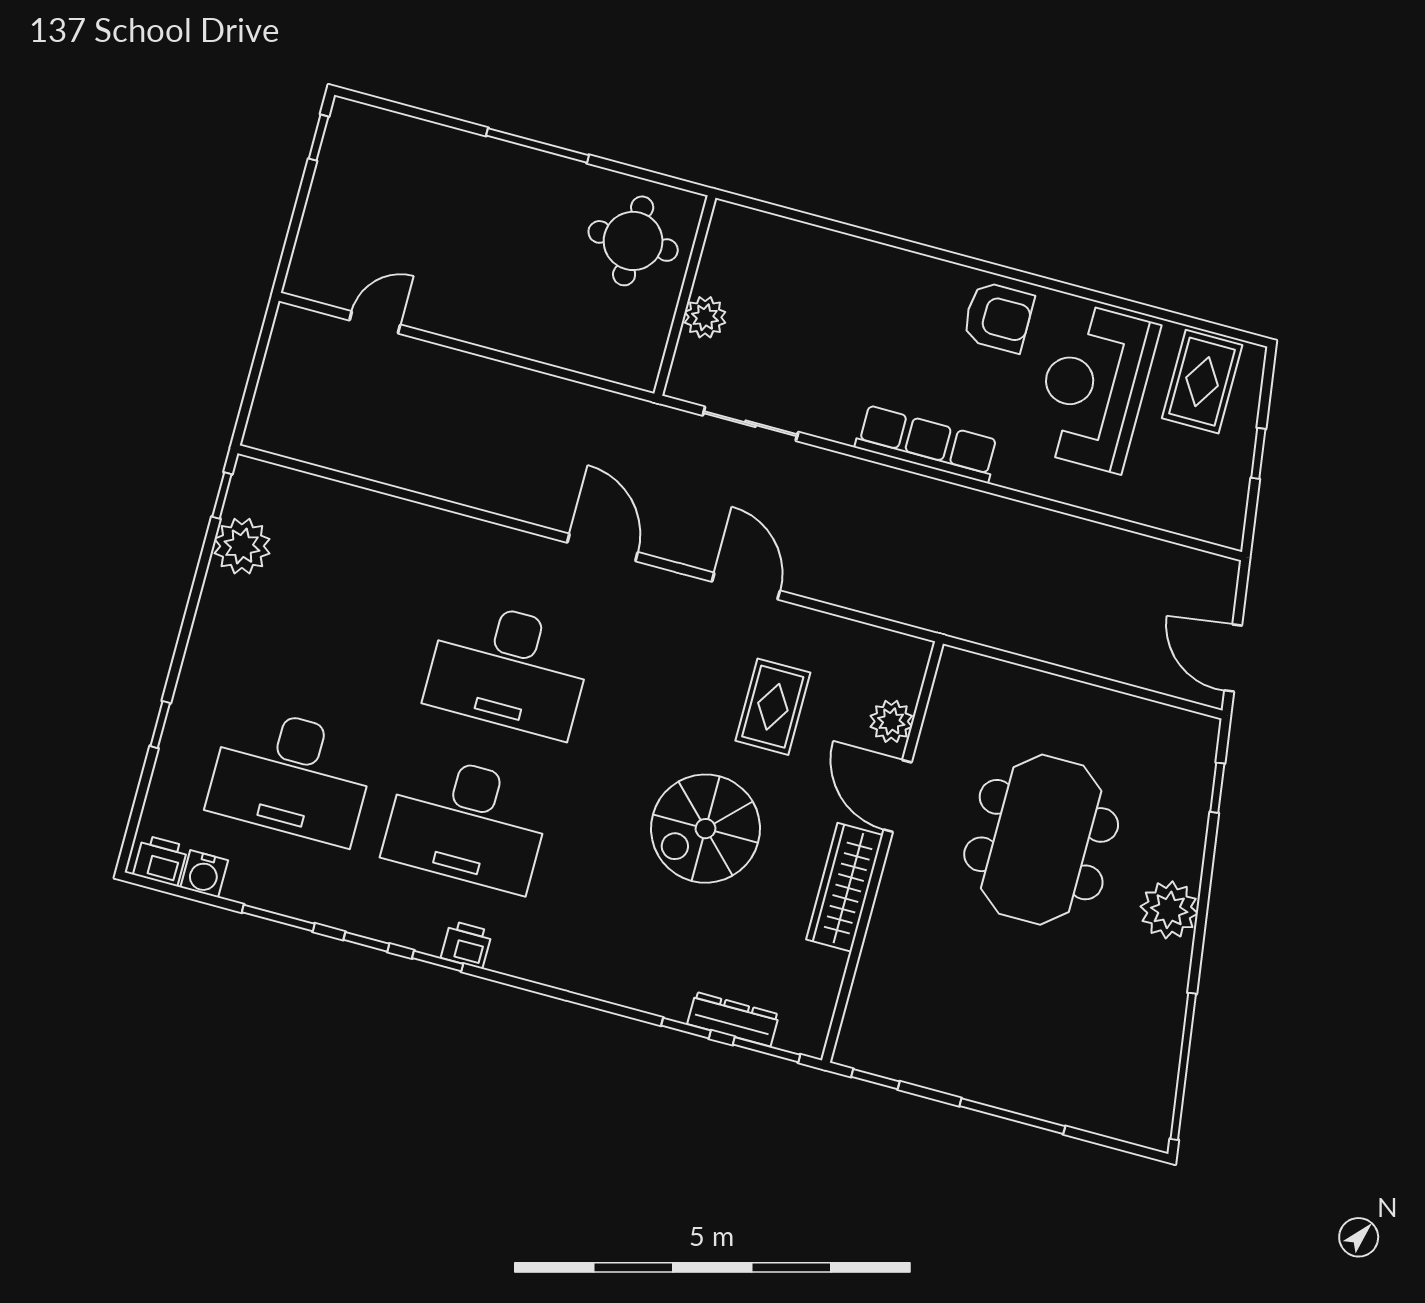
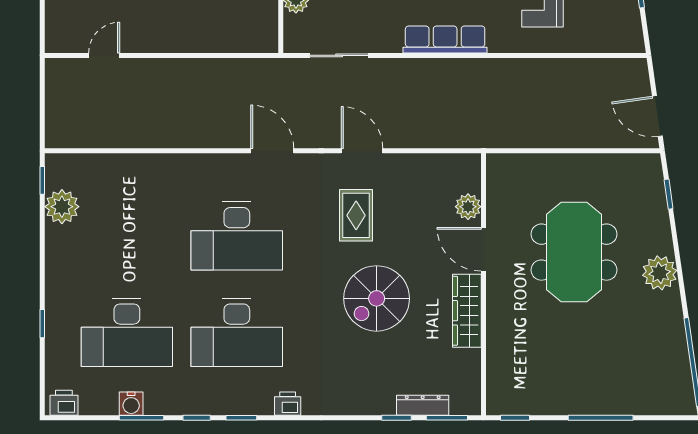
rug: (773, 707) -> (356, 215), moved
water cooler: (204, 874) -> (131, 404), moved
printer: (467, 945) -> (288, 404), moved

